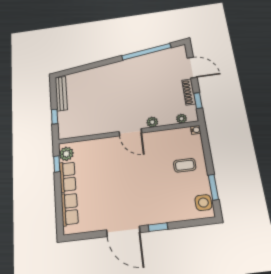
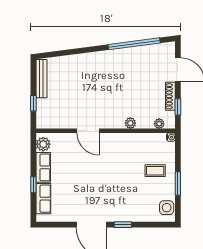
door: (130, 132) -> (88, 131), moved
window: (57, 164) -> (33, 185), moved
window: (213, 187) -> (178, 184), moved

